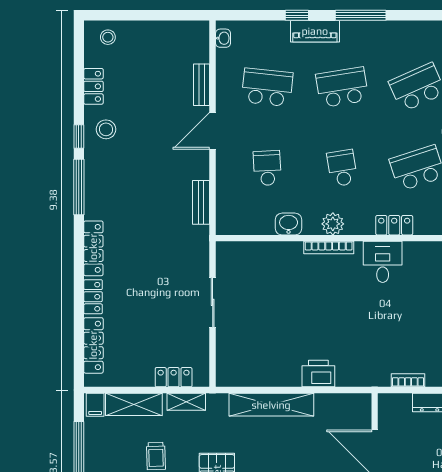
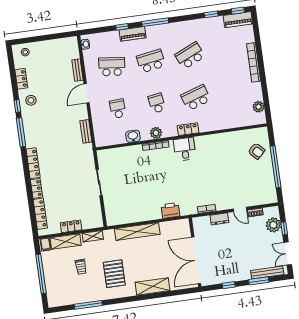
printer: (318, 374) -> (170, 210), moved
locker: (174, 377) -> (71, 226), moved

